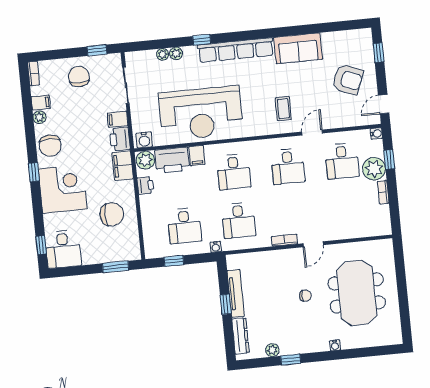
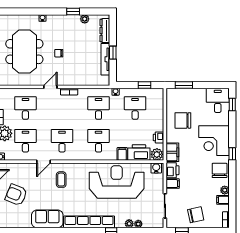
chair: (79, 76) -> (196, 215), turned -102
desk: (347, 209) -> (25, 108), added

